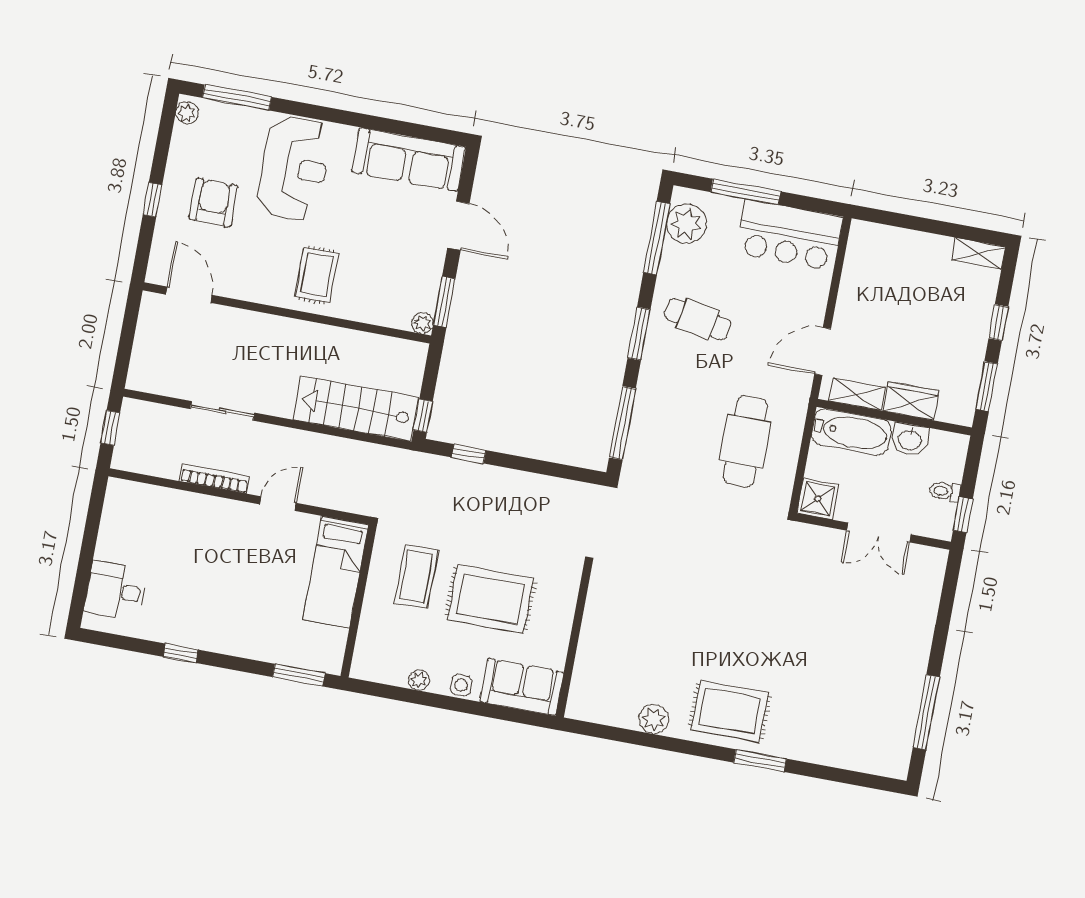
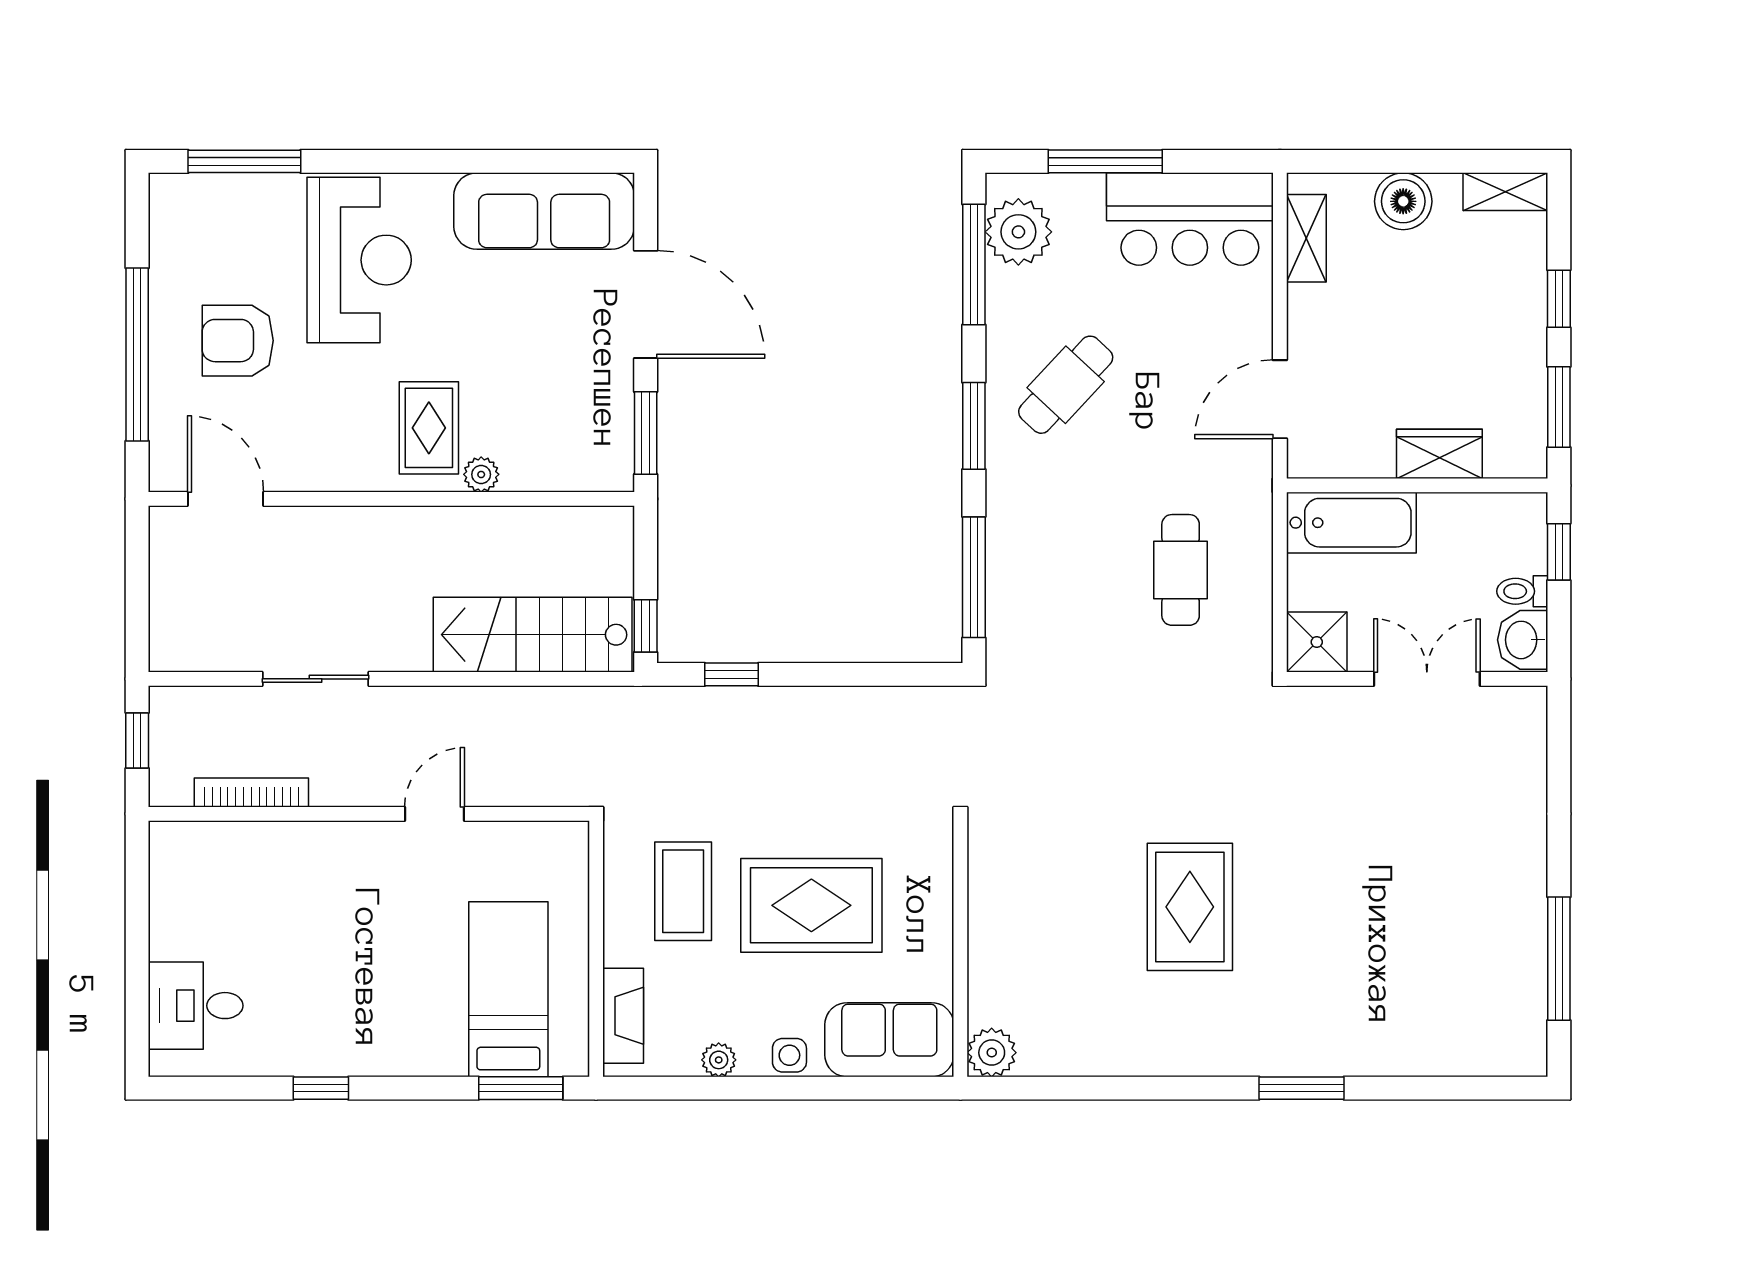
plant: (187, 113) -> (167, 202), removed
window: (153, 200) -> (137, 354), width x3.17
armchair: (213, 203) -> (238, 341), turned -90
door: (458, 226) -> (646, 304), width x1.36
boiler: (917, 248) -> (1403, 201), added
cafe table: (698, 319) -> (1066, 385), turned -58
plant: (423, 323) -> (481, 474), moved
shelving: (857, 394) -> (1306, 238), moved, turned 90
washbasin: (910, 439) -> (1523, 640), moved, turned 90
cafe table: (745, 441) -> (1181, 570), width x0.73, depth x0.74
bookcase: (214, 479) -> (251, 792), moved
window: (963, 515) -> (1559, 552), moved
double door: (879, 533) -> (1427, 679), swing flipped
bed: (336, 572) -> (508, 989), moved, turned 180
fireplace: (367, 644) -> (623, 1016), added
rug: (730, 711) -> (1190, 907), moved, turned 90
plant: (654, 719) -> (992, 1053), moved

